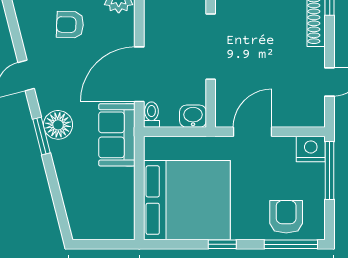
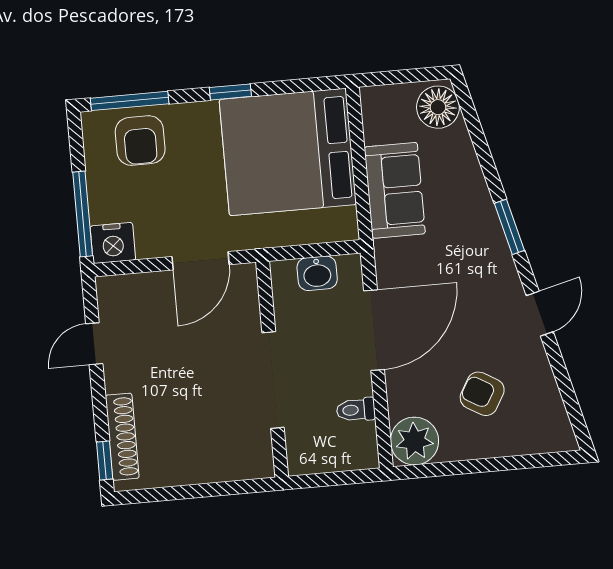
armchair: (70, 25) -> (482, 394), turned -152
toilet: (151, 115) -> (356, 410), moved, turned 90
washbasin: (193, 116) -> (317, 273), moved
floor lamp: (58, 125) -> (438, 107), moved
sofa: (117, 135) -> (395, 190), moved

